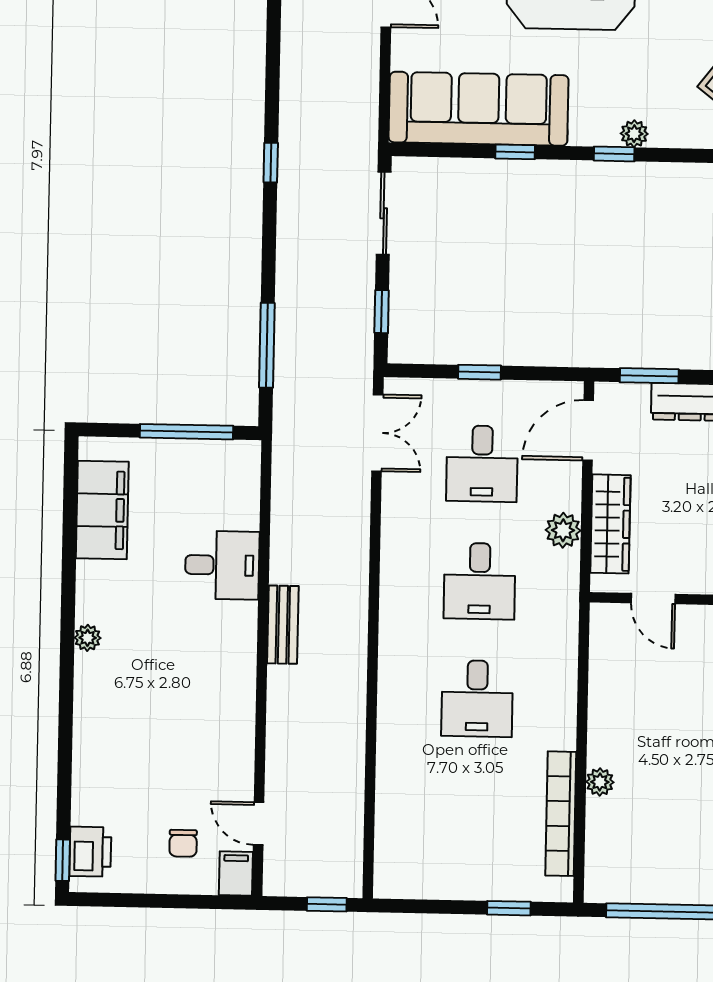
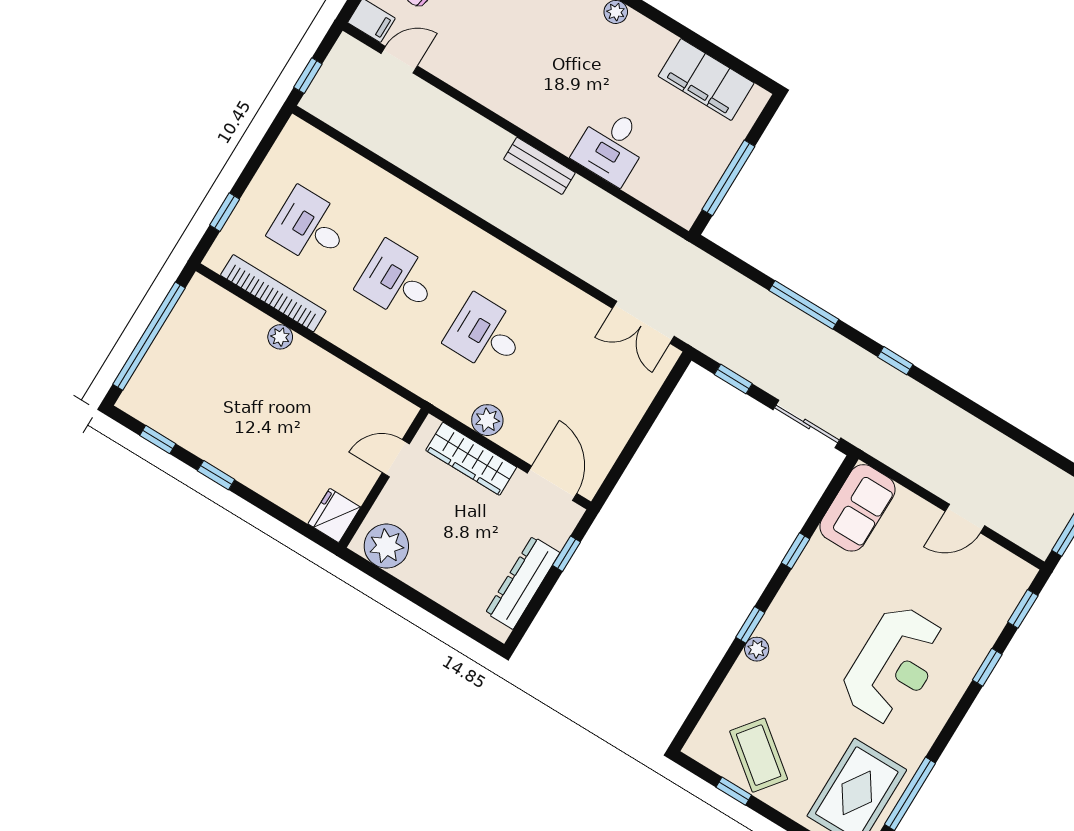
sofa: (479, 109) -> (857, 508), width x0.54, depth x0.79
window: (267, 345) -> (804, 305), moved
window: (480, 372) -> (644, 427), removed
window: (649, 376) -> (567, 554), width x0.67
desk: (482, 464) -> (310, 227), moved

